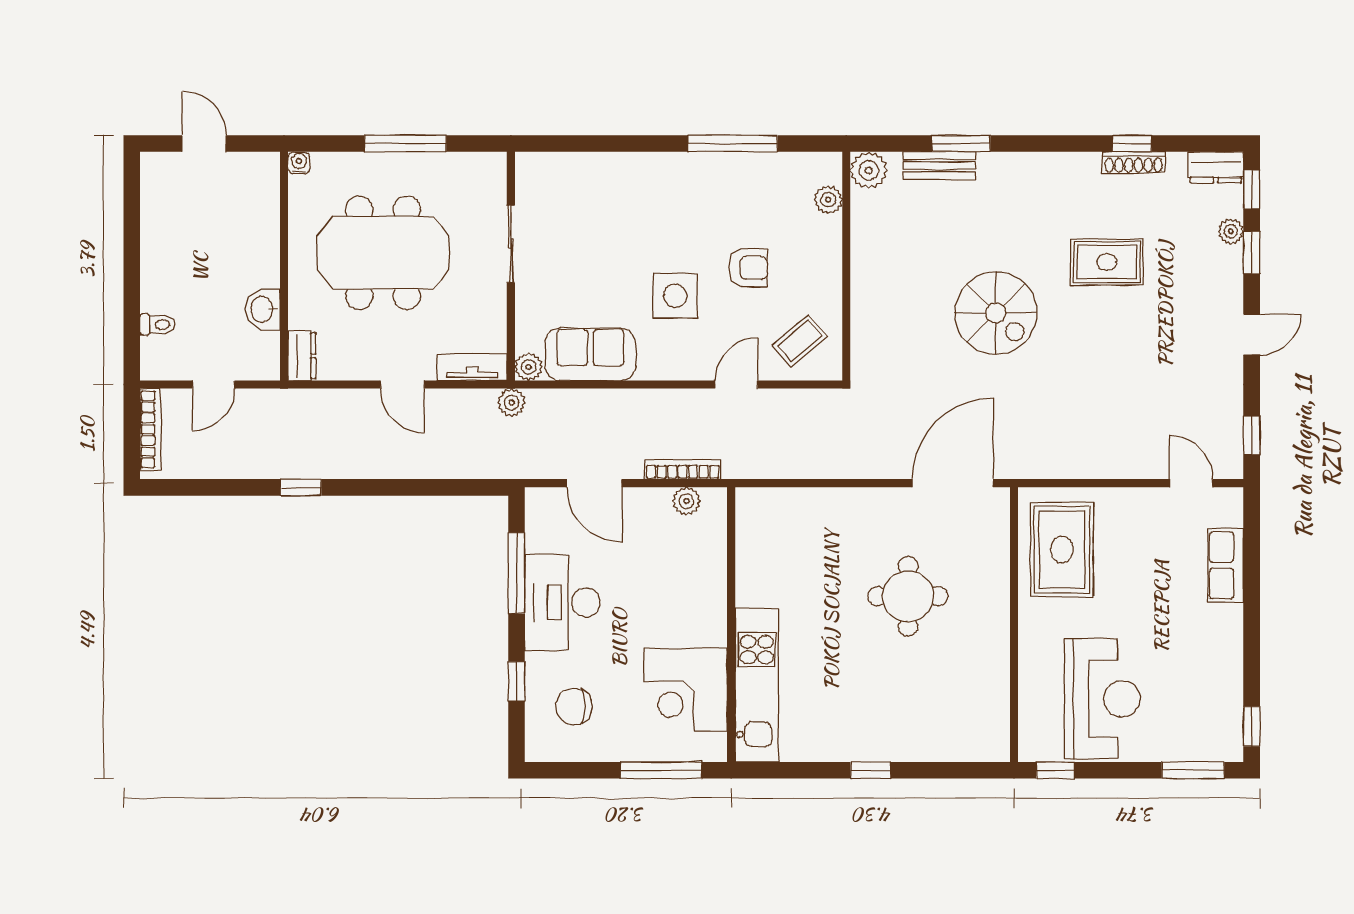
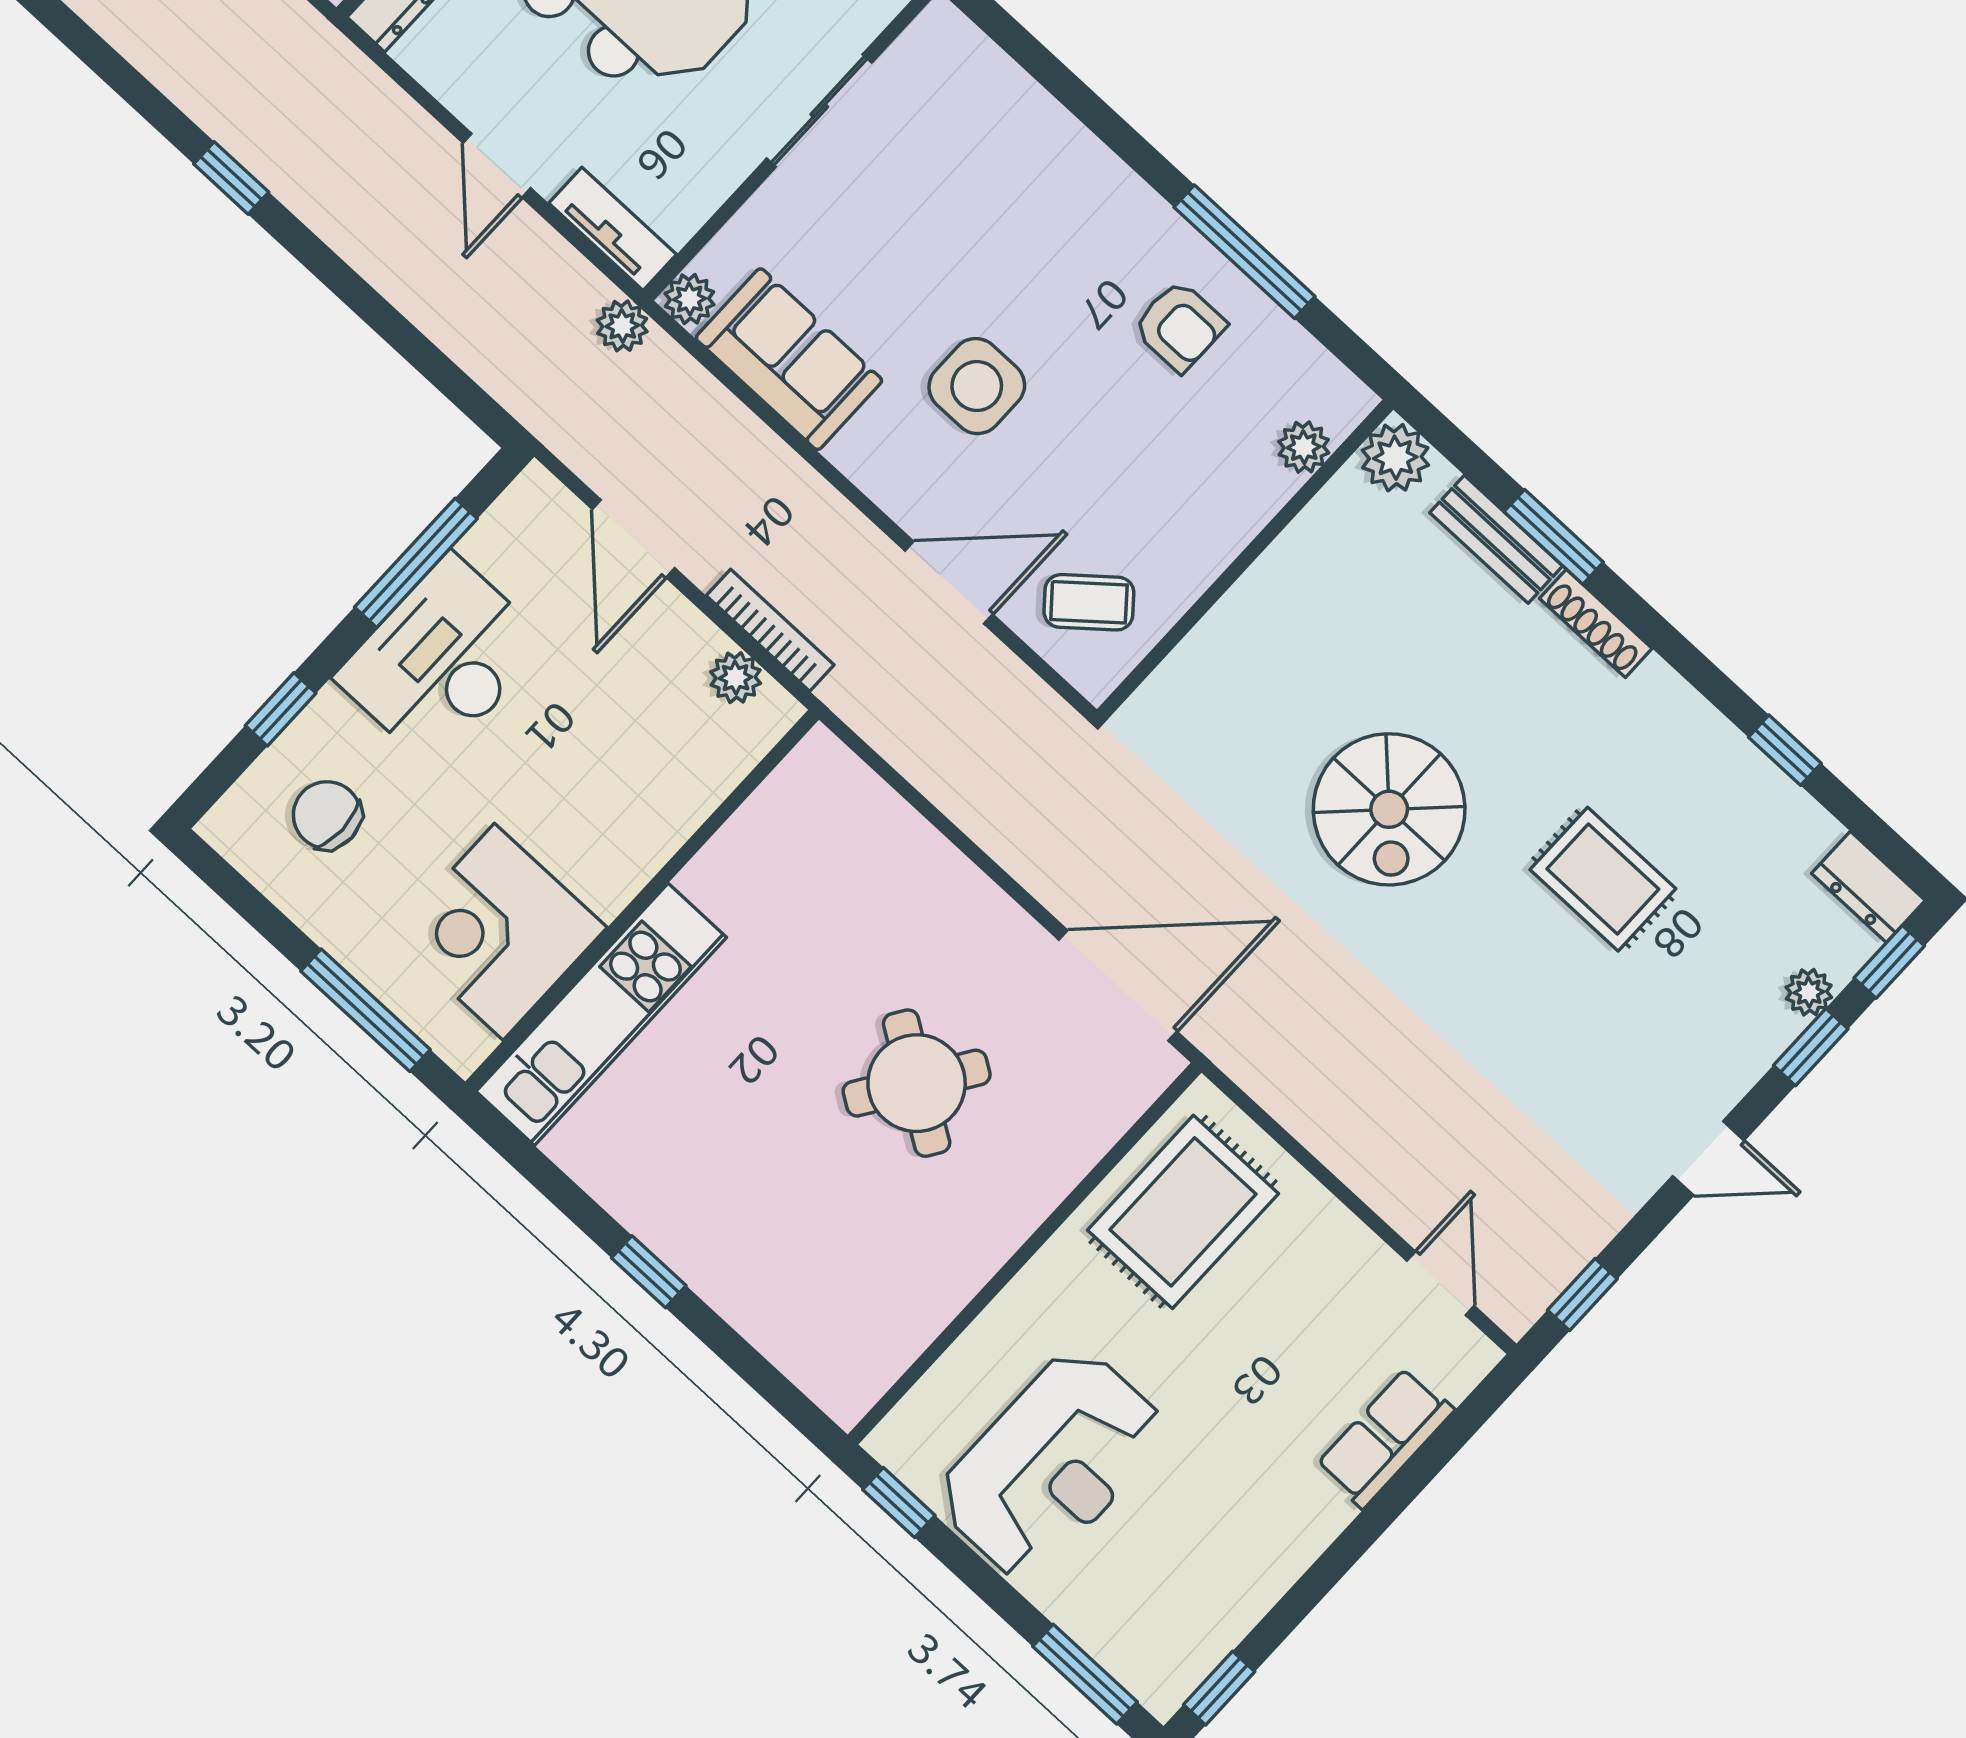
shoe rack: (1134, 163) -> (1596, 623), moved
armchair: (748, 268) -> (1179, 326), moved
door: (736, 385) -> (949, 582), width x1.38
round table: (908, 596) -> (917, 1083), turned 33

